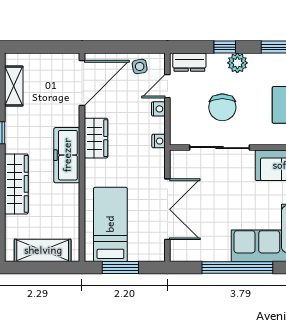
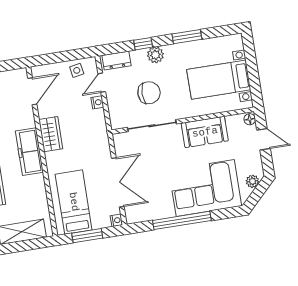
door: (82, 83) -> (32, 91), width x0.73
chair: (222, 107) -> (149, 93), turned -90
nightstand: (159, 141) -> (116, 220), moved

